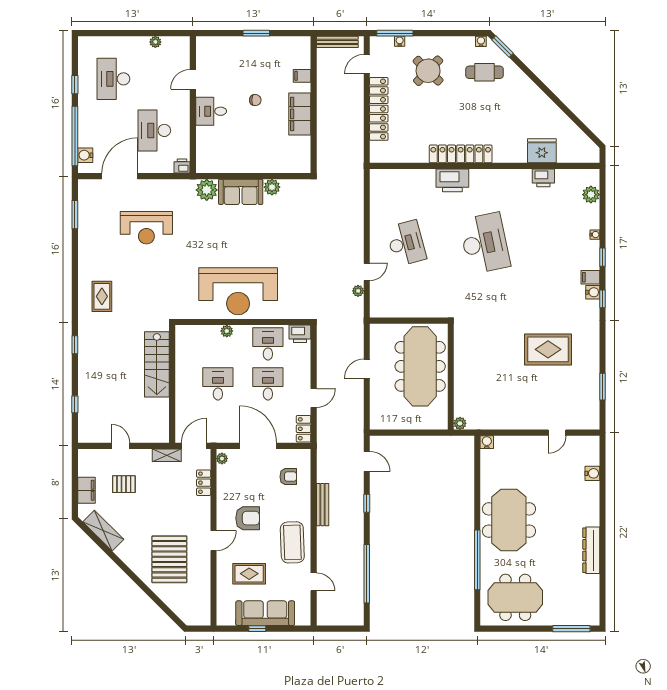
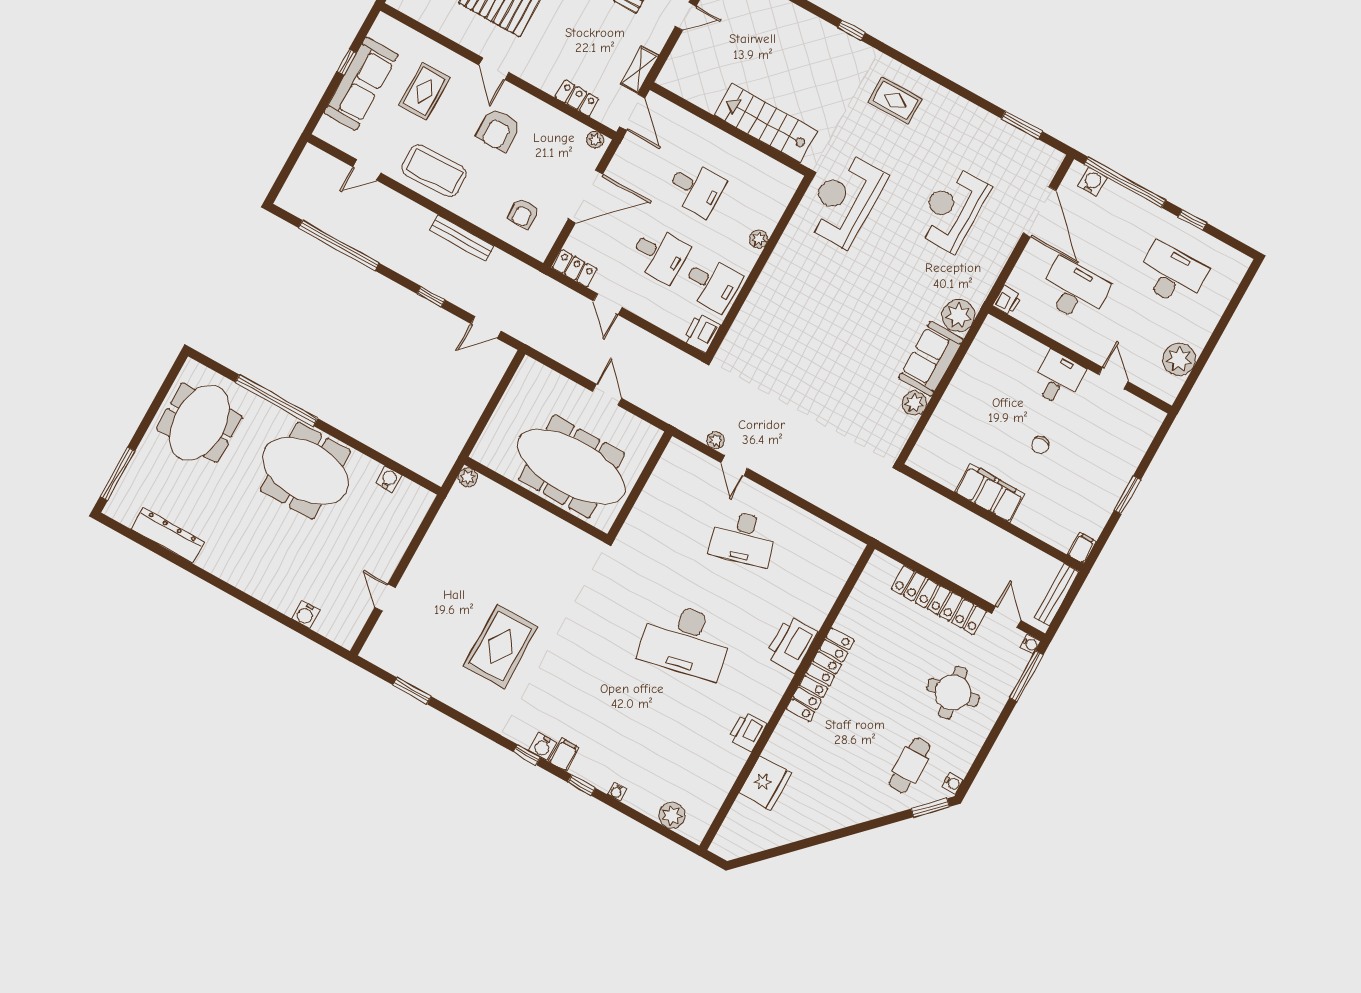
water cooler: (400, 41) -> (1030, 644), moved
plant: (155, 42) -> (1179, 359), width x1.87, depth x1.87
round table: (428, 71) -> (953, 693), turned 37
filing cabinet: (302, 76) -> (1082, 548), moved
printer: (543, 178) -> (748, 732), moved
reception desk: (238, 291) -> (845, 200), moved, width x0.74, depth x0.77
water cooler: (487, 442) -> (389, 479), moved, turned -90
dresser: (591, 550) -> (168, 535), moved

